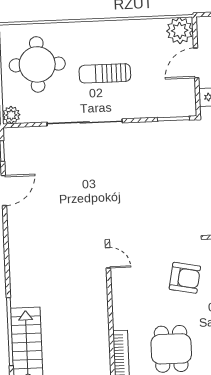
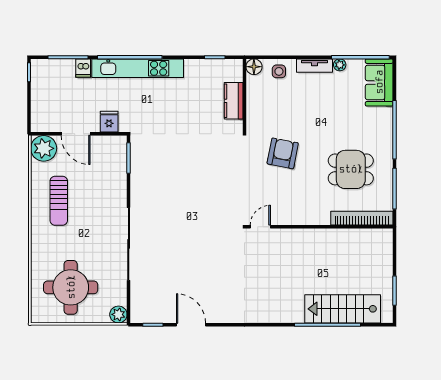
sun lounger: (105, 73) -> (59, 201), moved

